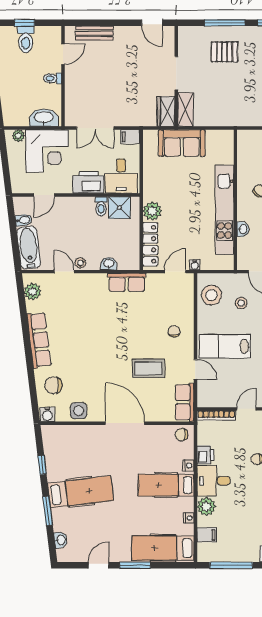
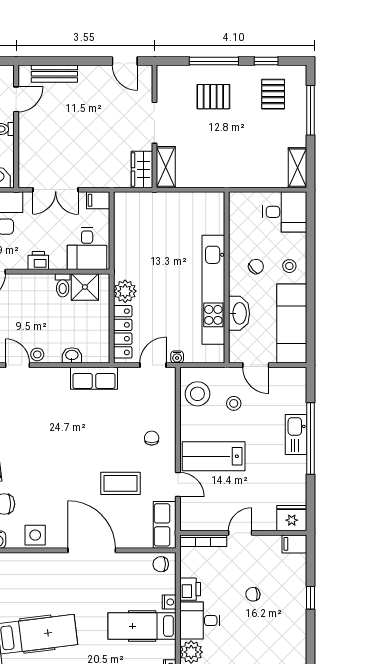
sofa: (182, 143) -> (161, 208), removed
printer: (88, 182) -> (38, 261), width x0.53, depth x0.68
washbasin: (243, 229) -> (239, 313), width x1.91, depth x1.45

